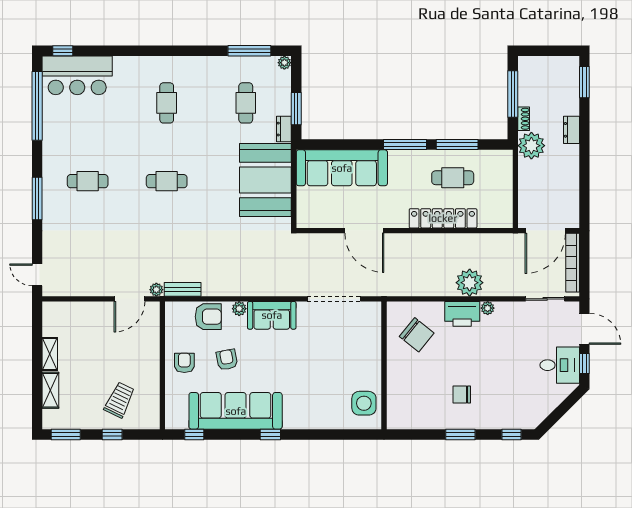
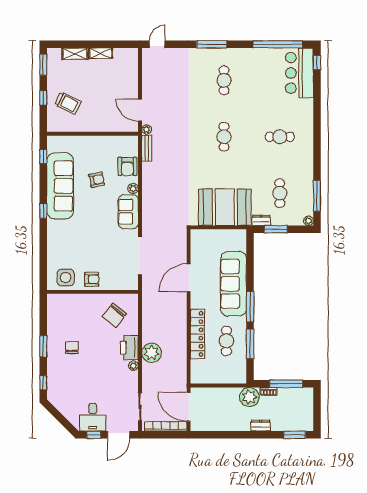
cafe table: (246, 103) -> (280, 193), turned 90
sofa: (342, 168) -> (234, 284), moved
armchair: (184, 363) -> (92, 279), moved

